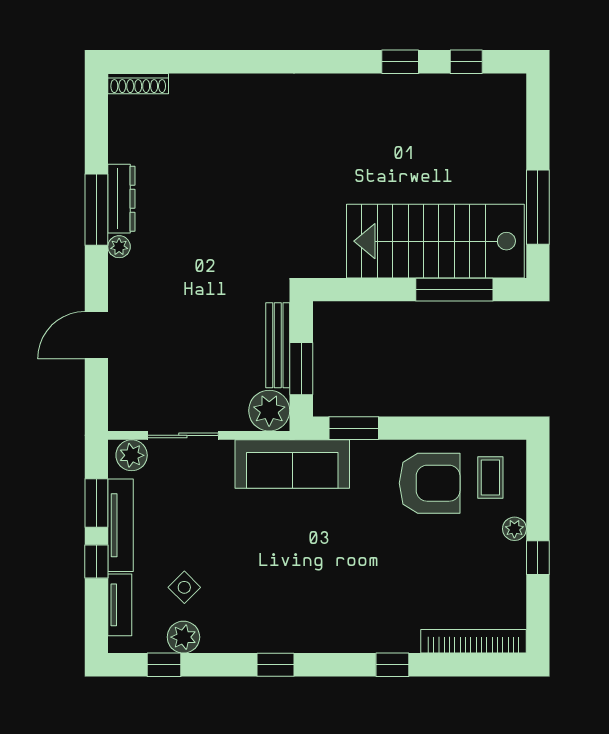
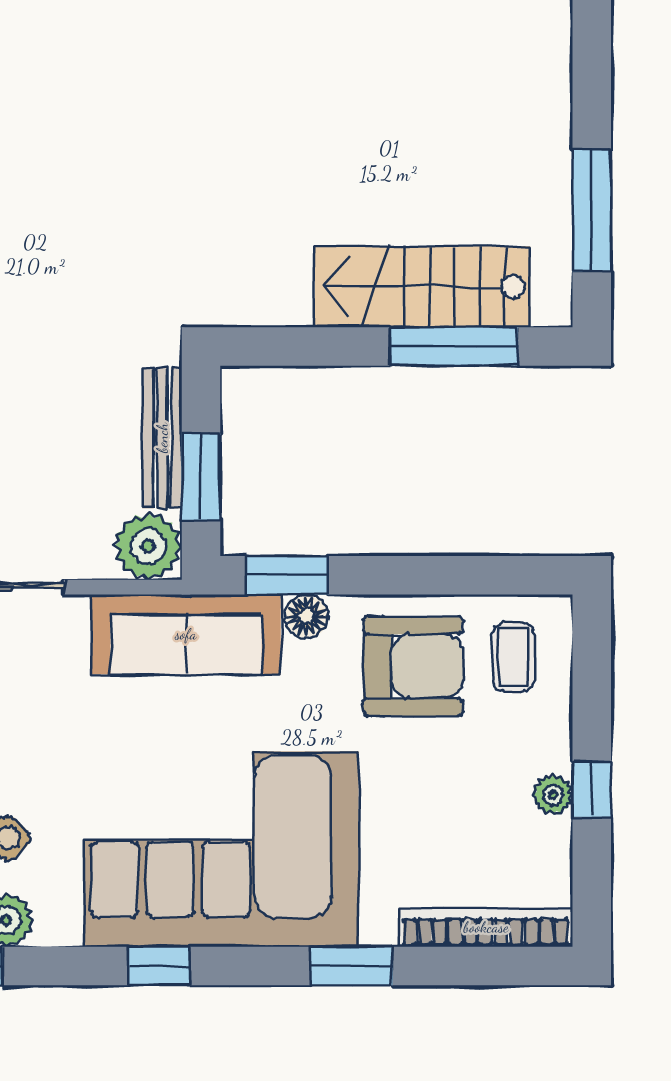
stairs: (435, 241) -> (422, 287), width x0.73, depth x0.66
floor lamp: (365, 453) -> (306, 616), added
plant: (514, 529) -> (553, 795), moved
corner sofa: (313, 594) -> (221, 849), added
window: (392, 665) -> (351, 966), width x1.50

